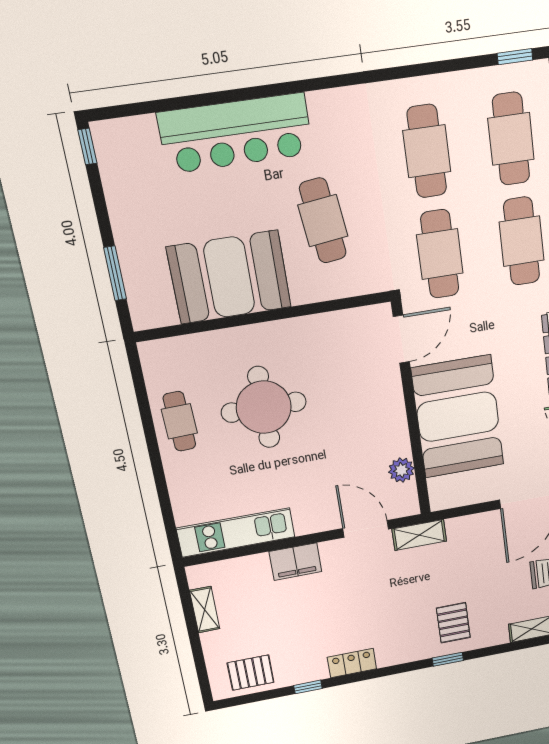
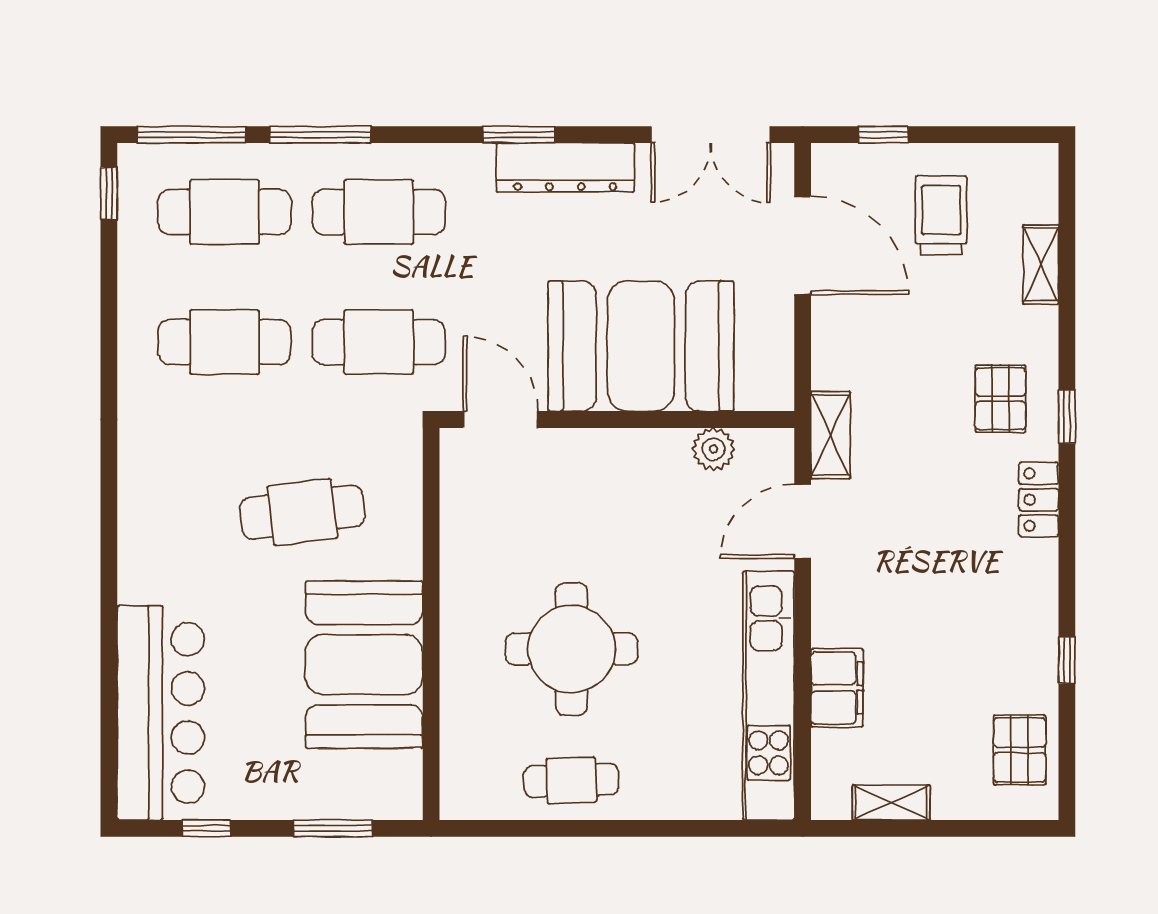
bar counter: (236, 133) -> (161, 713), moved
window: (87, 147) -> (207, 828), moved
kitchen unit: (236, 533) -> (769, 696), width x1.36
filing cabinet: (295, 562) -> (837, 688), moved
pallet: (453, 623) -> (1000, 399), turned 90
locker: (352, 663) -> (1039, 500), moved

